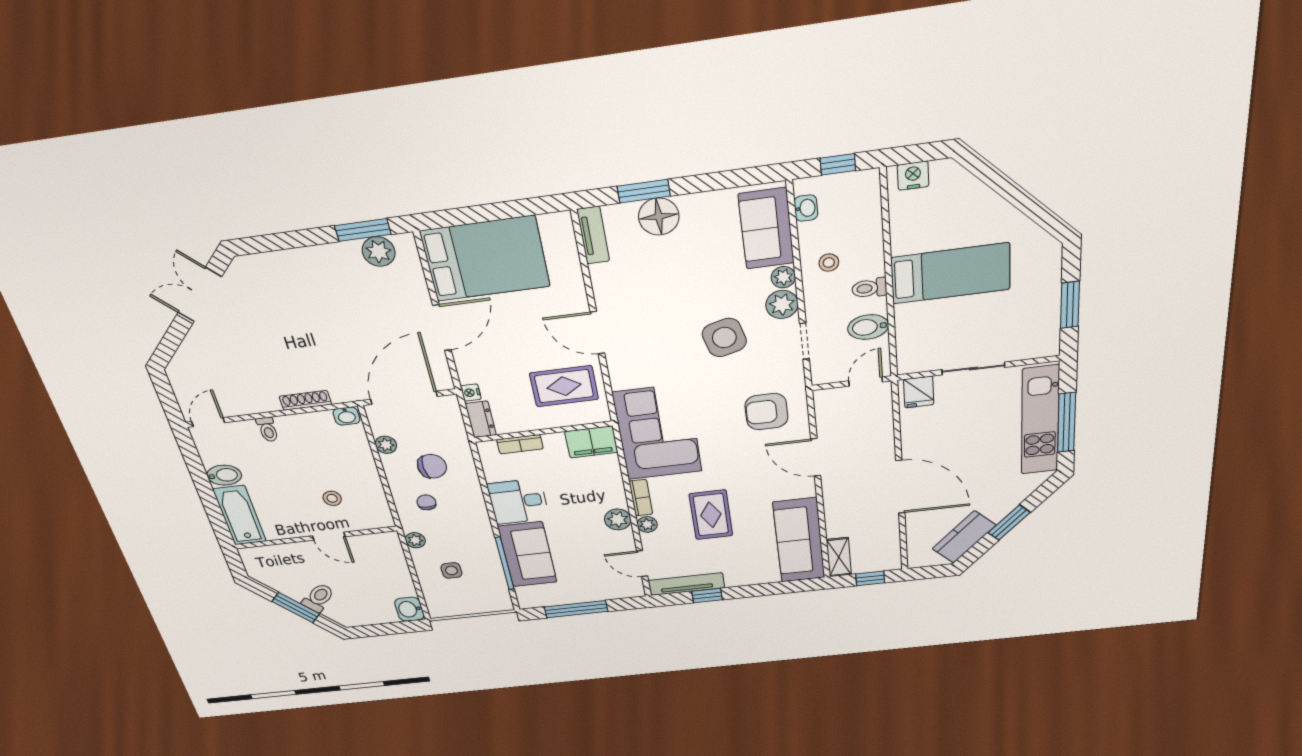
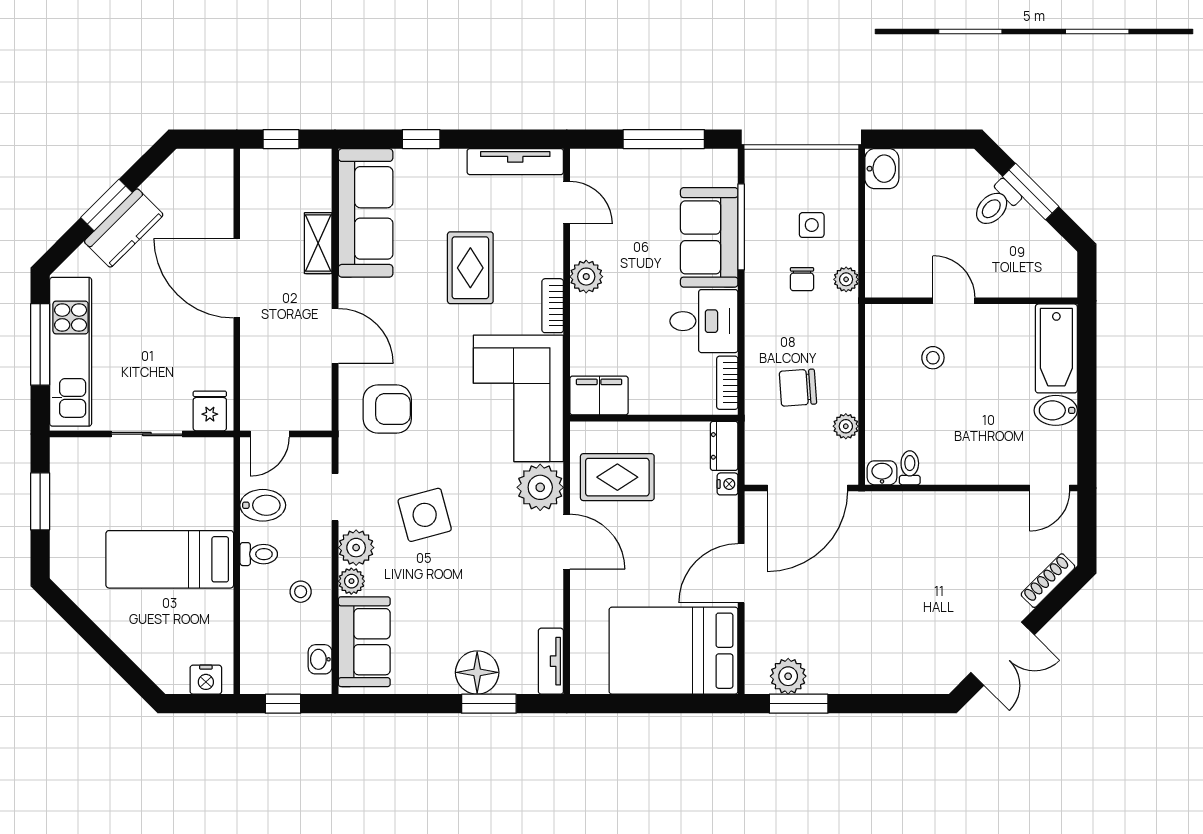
shoe rack: (305, 400) -> (1048, 581), moved, turned 135
toilet: (268, 429) -> (910, 468), moved
bookcase: (520, 444) -> (727, 383), moved, turned -90
chair: (426, 502) -> (802, 279), moved
plant: (647, 524) -> (540, 487), moved, width x1.88, depth x1.88
kitchen counter: (964, 537) -> (124, 228), moved
shelving: (839, 557) -> (318, 243), moved
window: (707, 595) -> (421, 139), moved

